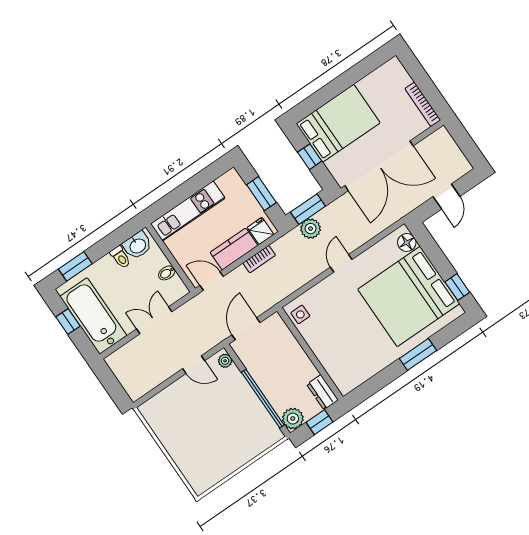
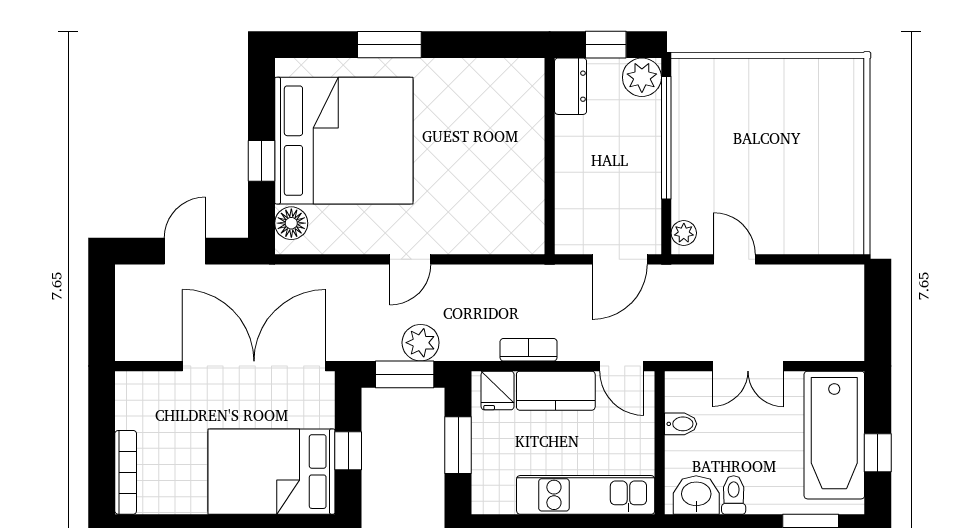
bookcase: (423, 104) -> (126, 472), moved
window: (457, 287) -> (261, 161), moved
side table: (300, 314) -> (524, 225), removed

